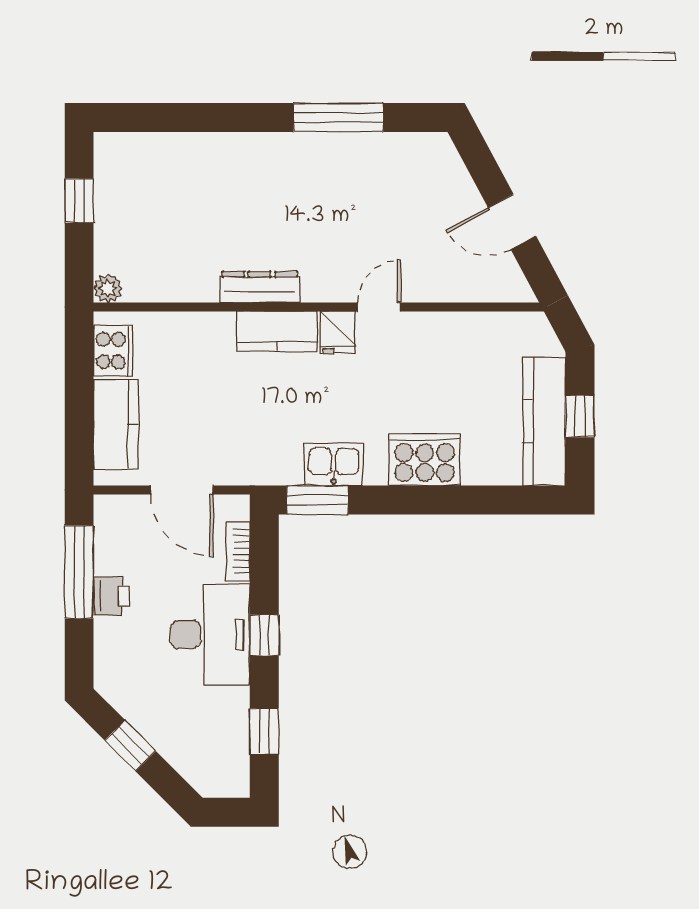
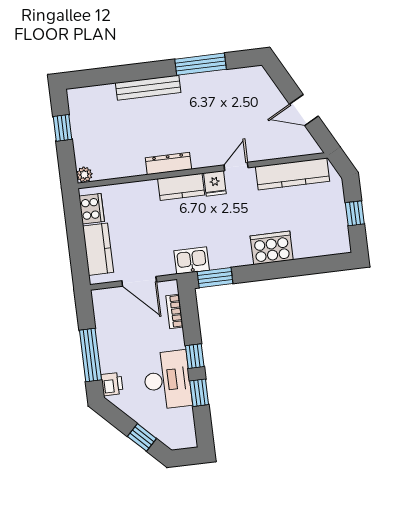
bench: (240, 148) -> (148, 88), added
kitchen counter: (544, 421) -> (293, 174), moved, turned -90
kitchen sink: (334, 464) -> (192, 260), moved
window: (79, 572) -> (90, 355), moved
printer: (111, 596) -> (112, 384), moved
desk: (210, 635) -> (167, 380), moved
window: (264, 731) -> (199, 393), moved
window: (130, 746) -> (142, 437), moved

